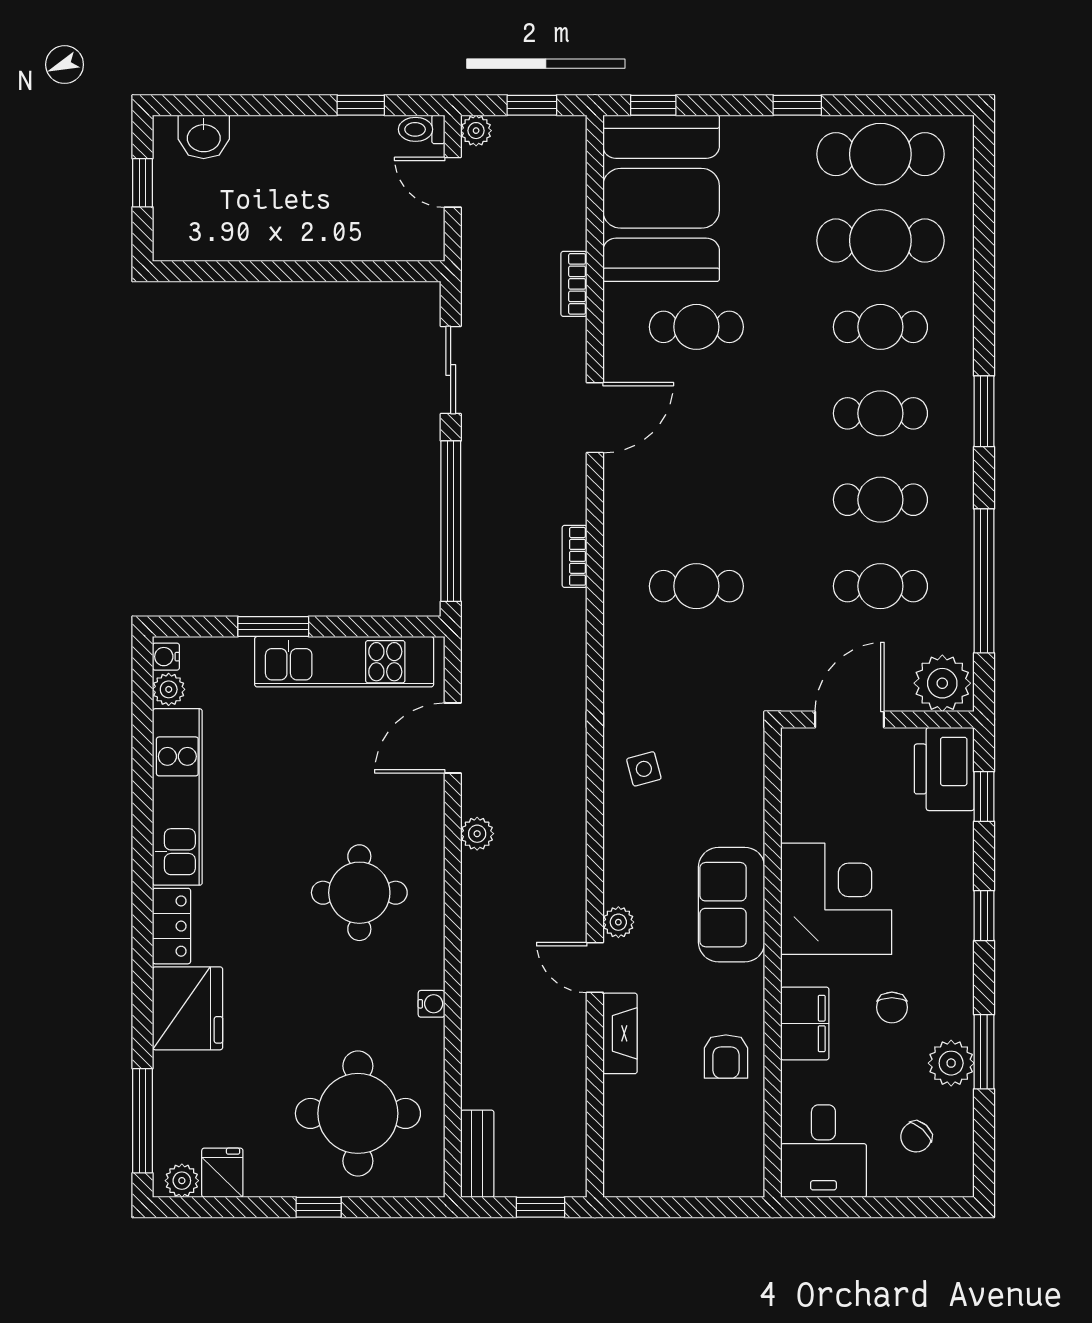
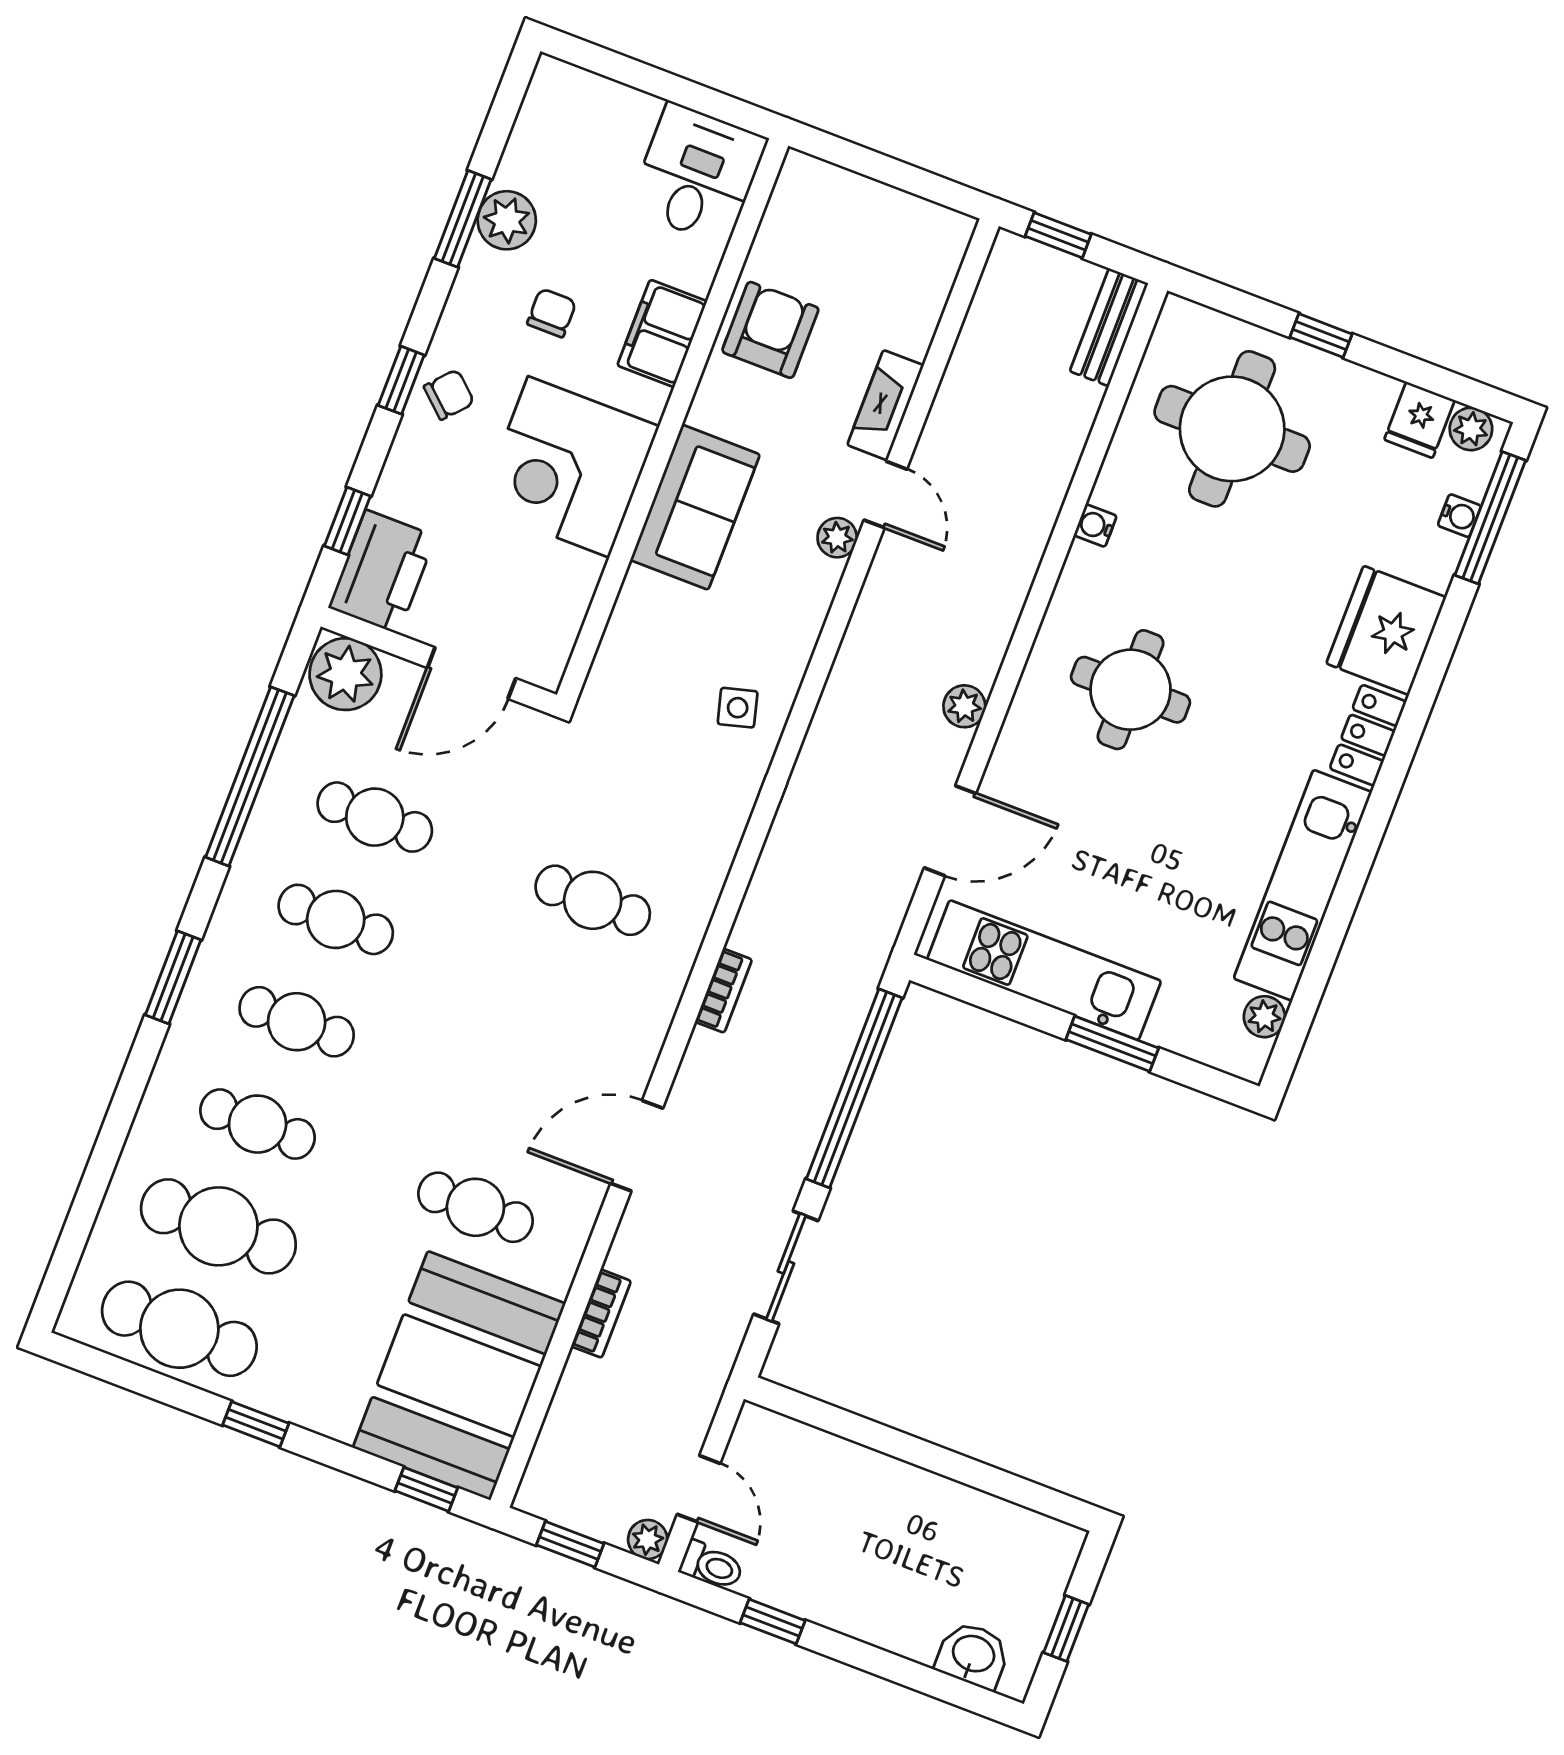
water cooler: (166, 657) -> (1459, 516), moved
armchair: (726, 1056) -> (770, 330), width x1.38, depth x1.38
chair: (916, 1137) -> (449, 395), moved

